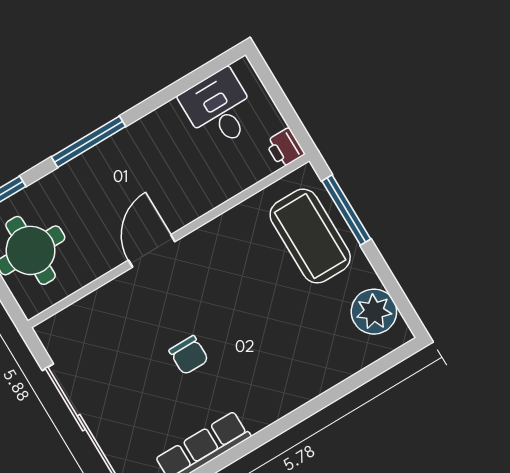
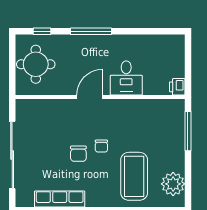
desk: (219, 109) -> (126, 78), moved, turned 180
coffee table: (310, 236) -> (134, 176), moved
chair: (219, 320) -> (101, 146), added

